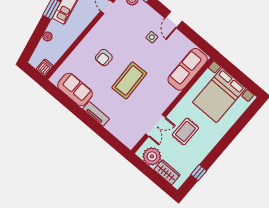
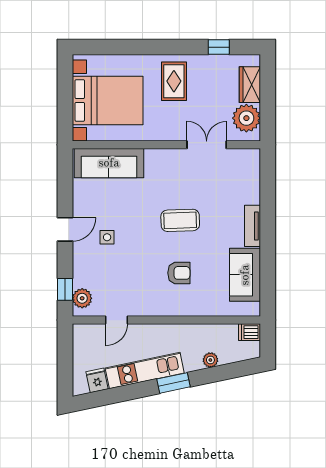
coffee table: (129, 80) -> (180, 220), width x0.73, depth x0.76
rug: (185, 131) -> (174, 81), moved, turned 90

